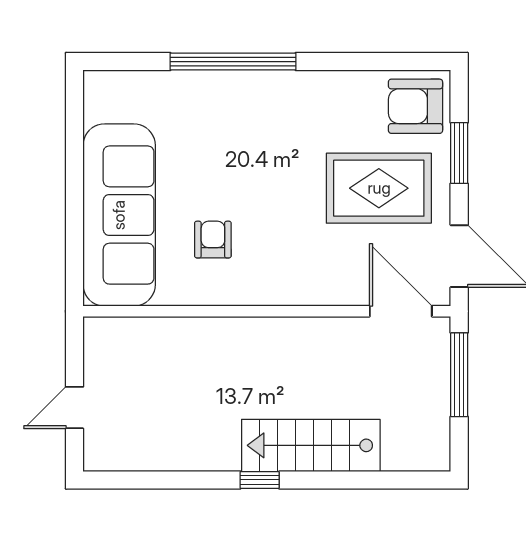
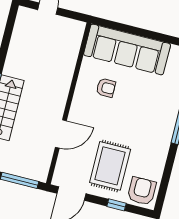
window: (459, 153) -> (116, 205), width x0.67
door: (401, 311) -> (61, 134), moved

